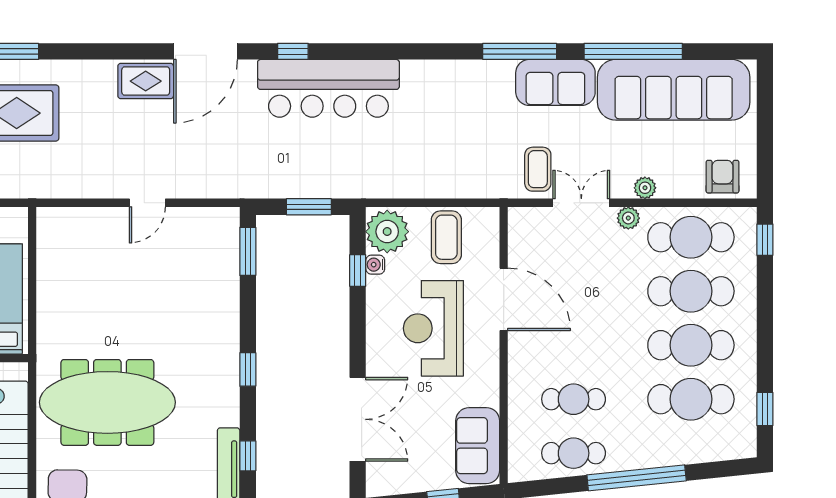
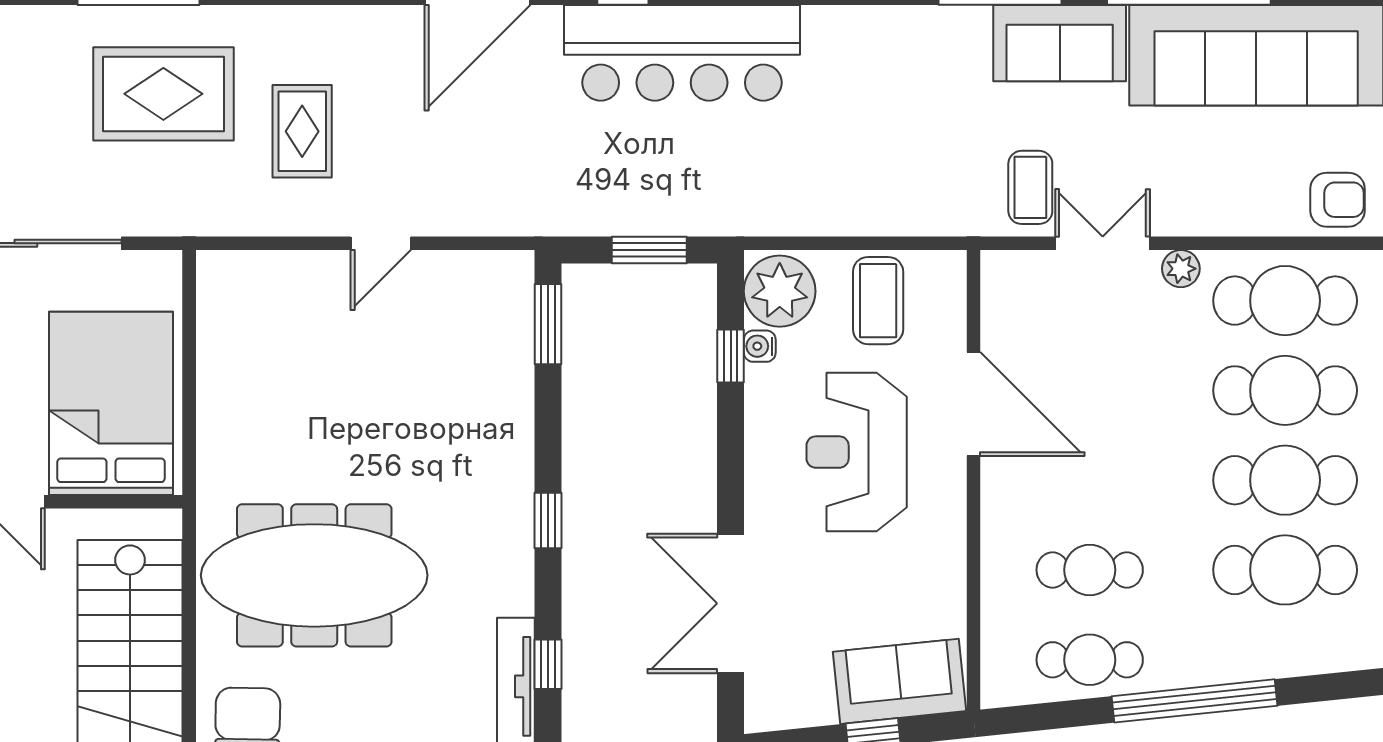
rug: (146, 81) -> (302, 131), moved, turned 90
armchair: (722, 177) -> (1337, 200), turned 90
plant: (645, 188) -> (1209, 218), removed
double door: (358, 419) -> (731, 603), swing flipped
sofa: (478, 446) -> (900, 681), moved, turned 84

